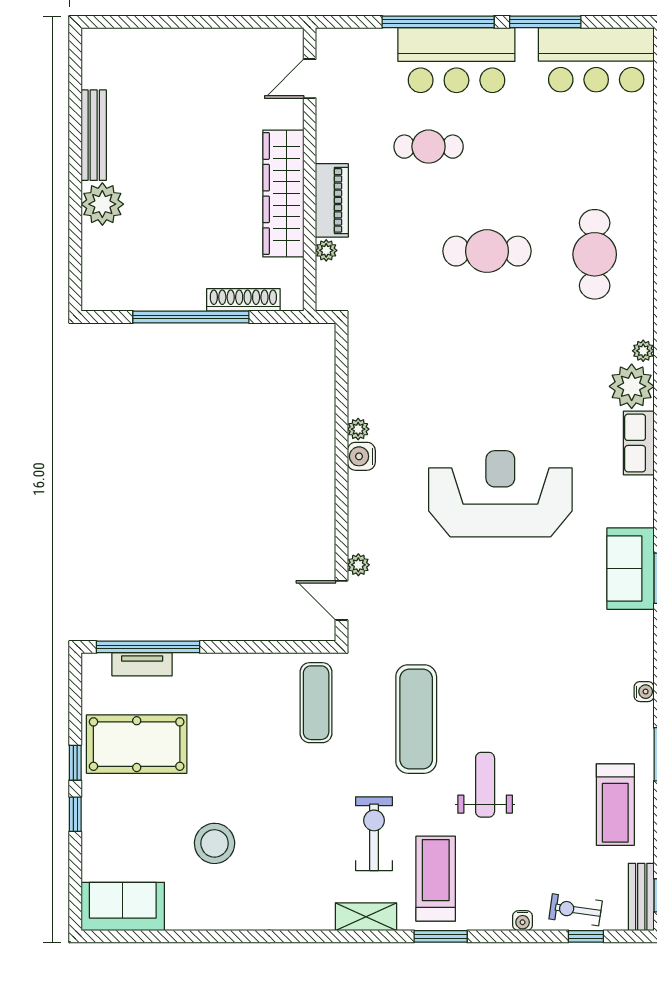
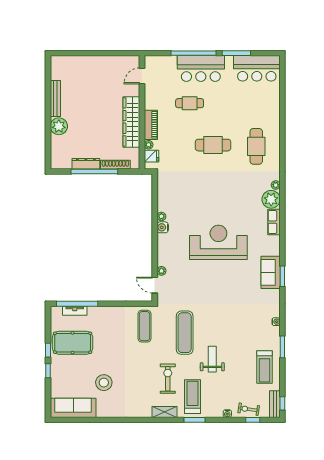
fridge: (333, 279) -> (151, 156), added
dresser: (170, 298) -> (86, 164), added
sofa: (123, 906) -> (73, 408), width x1.36

